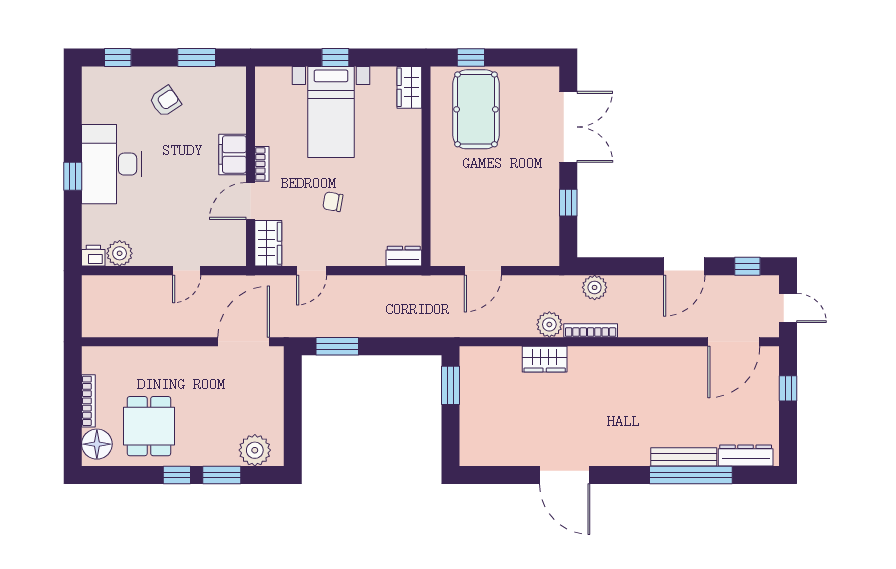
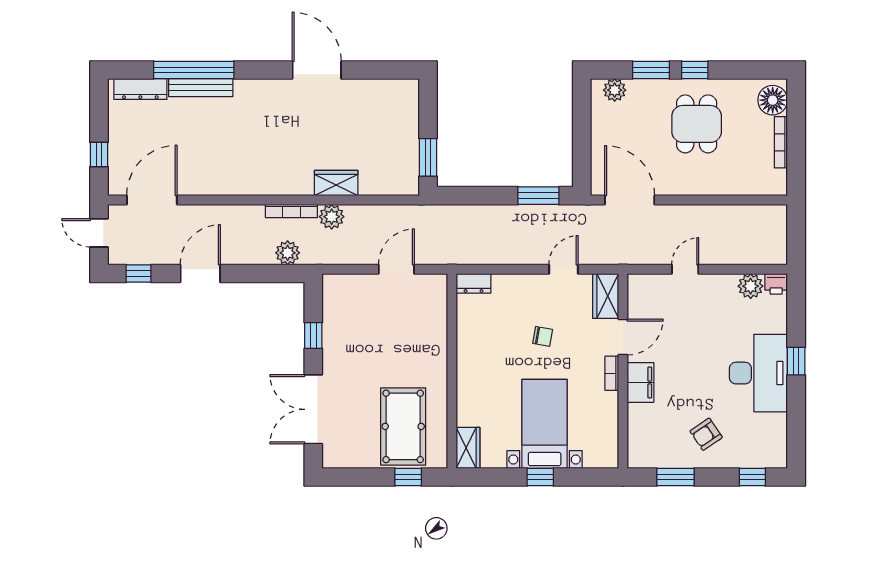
door: (244, 342) -> (630, 200), swing flipped
dining table: (149, 426) -> (697, 124), moved
plant: (255, 450) -> (615, 90), width x0.73, depth x0.73

